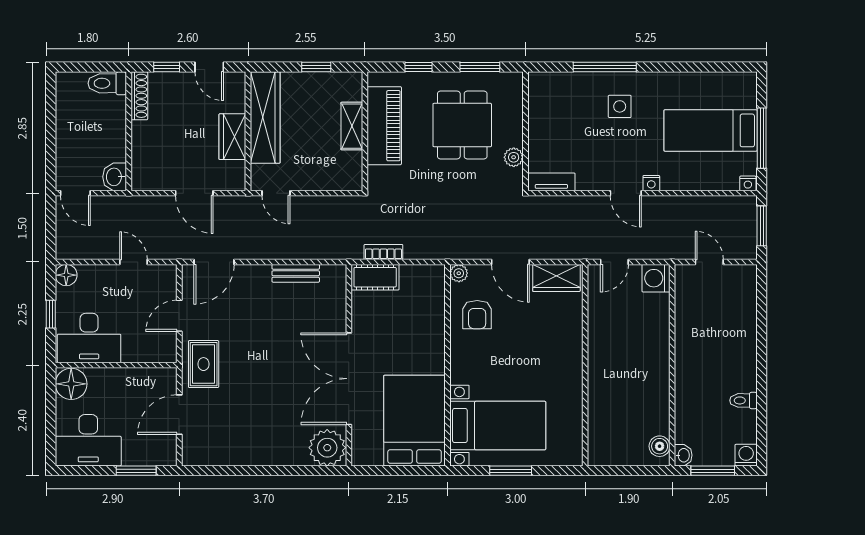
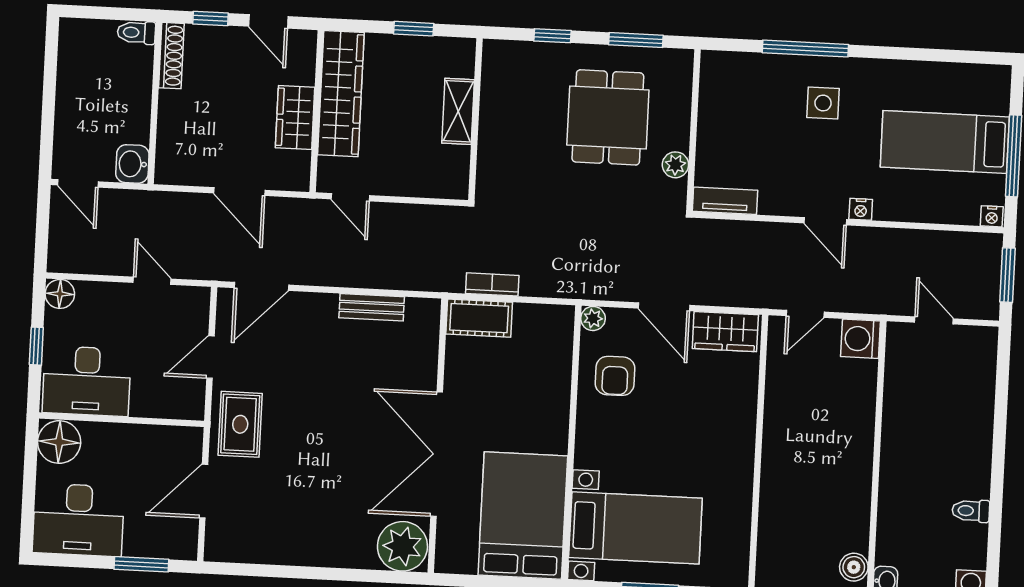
toilet: (107, 83) -> (136, 32), width x0.73, depth x0.72
piano: (384, 126) -> (502, 113), removed

